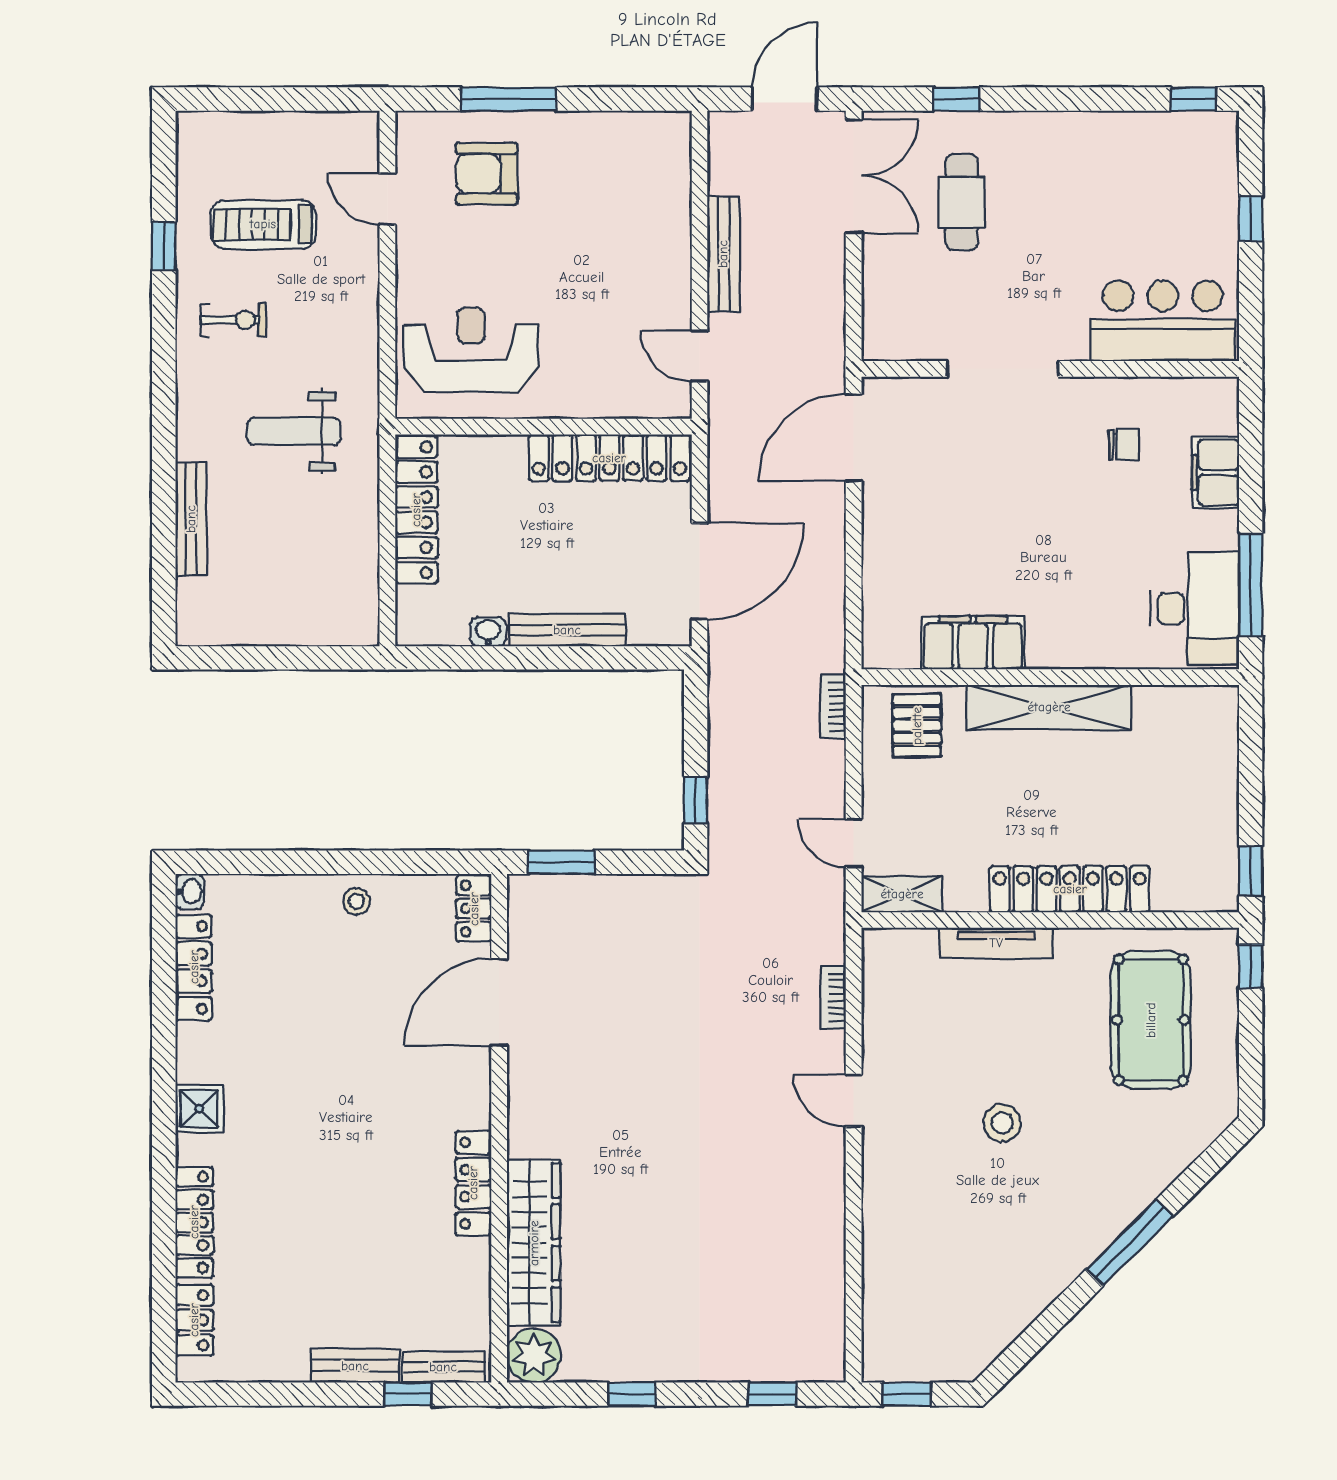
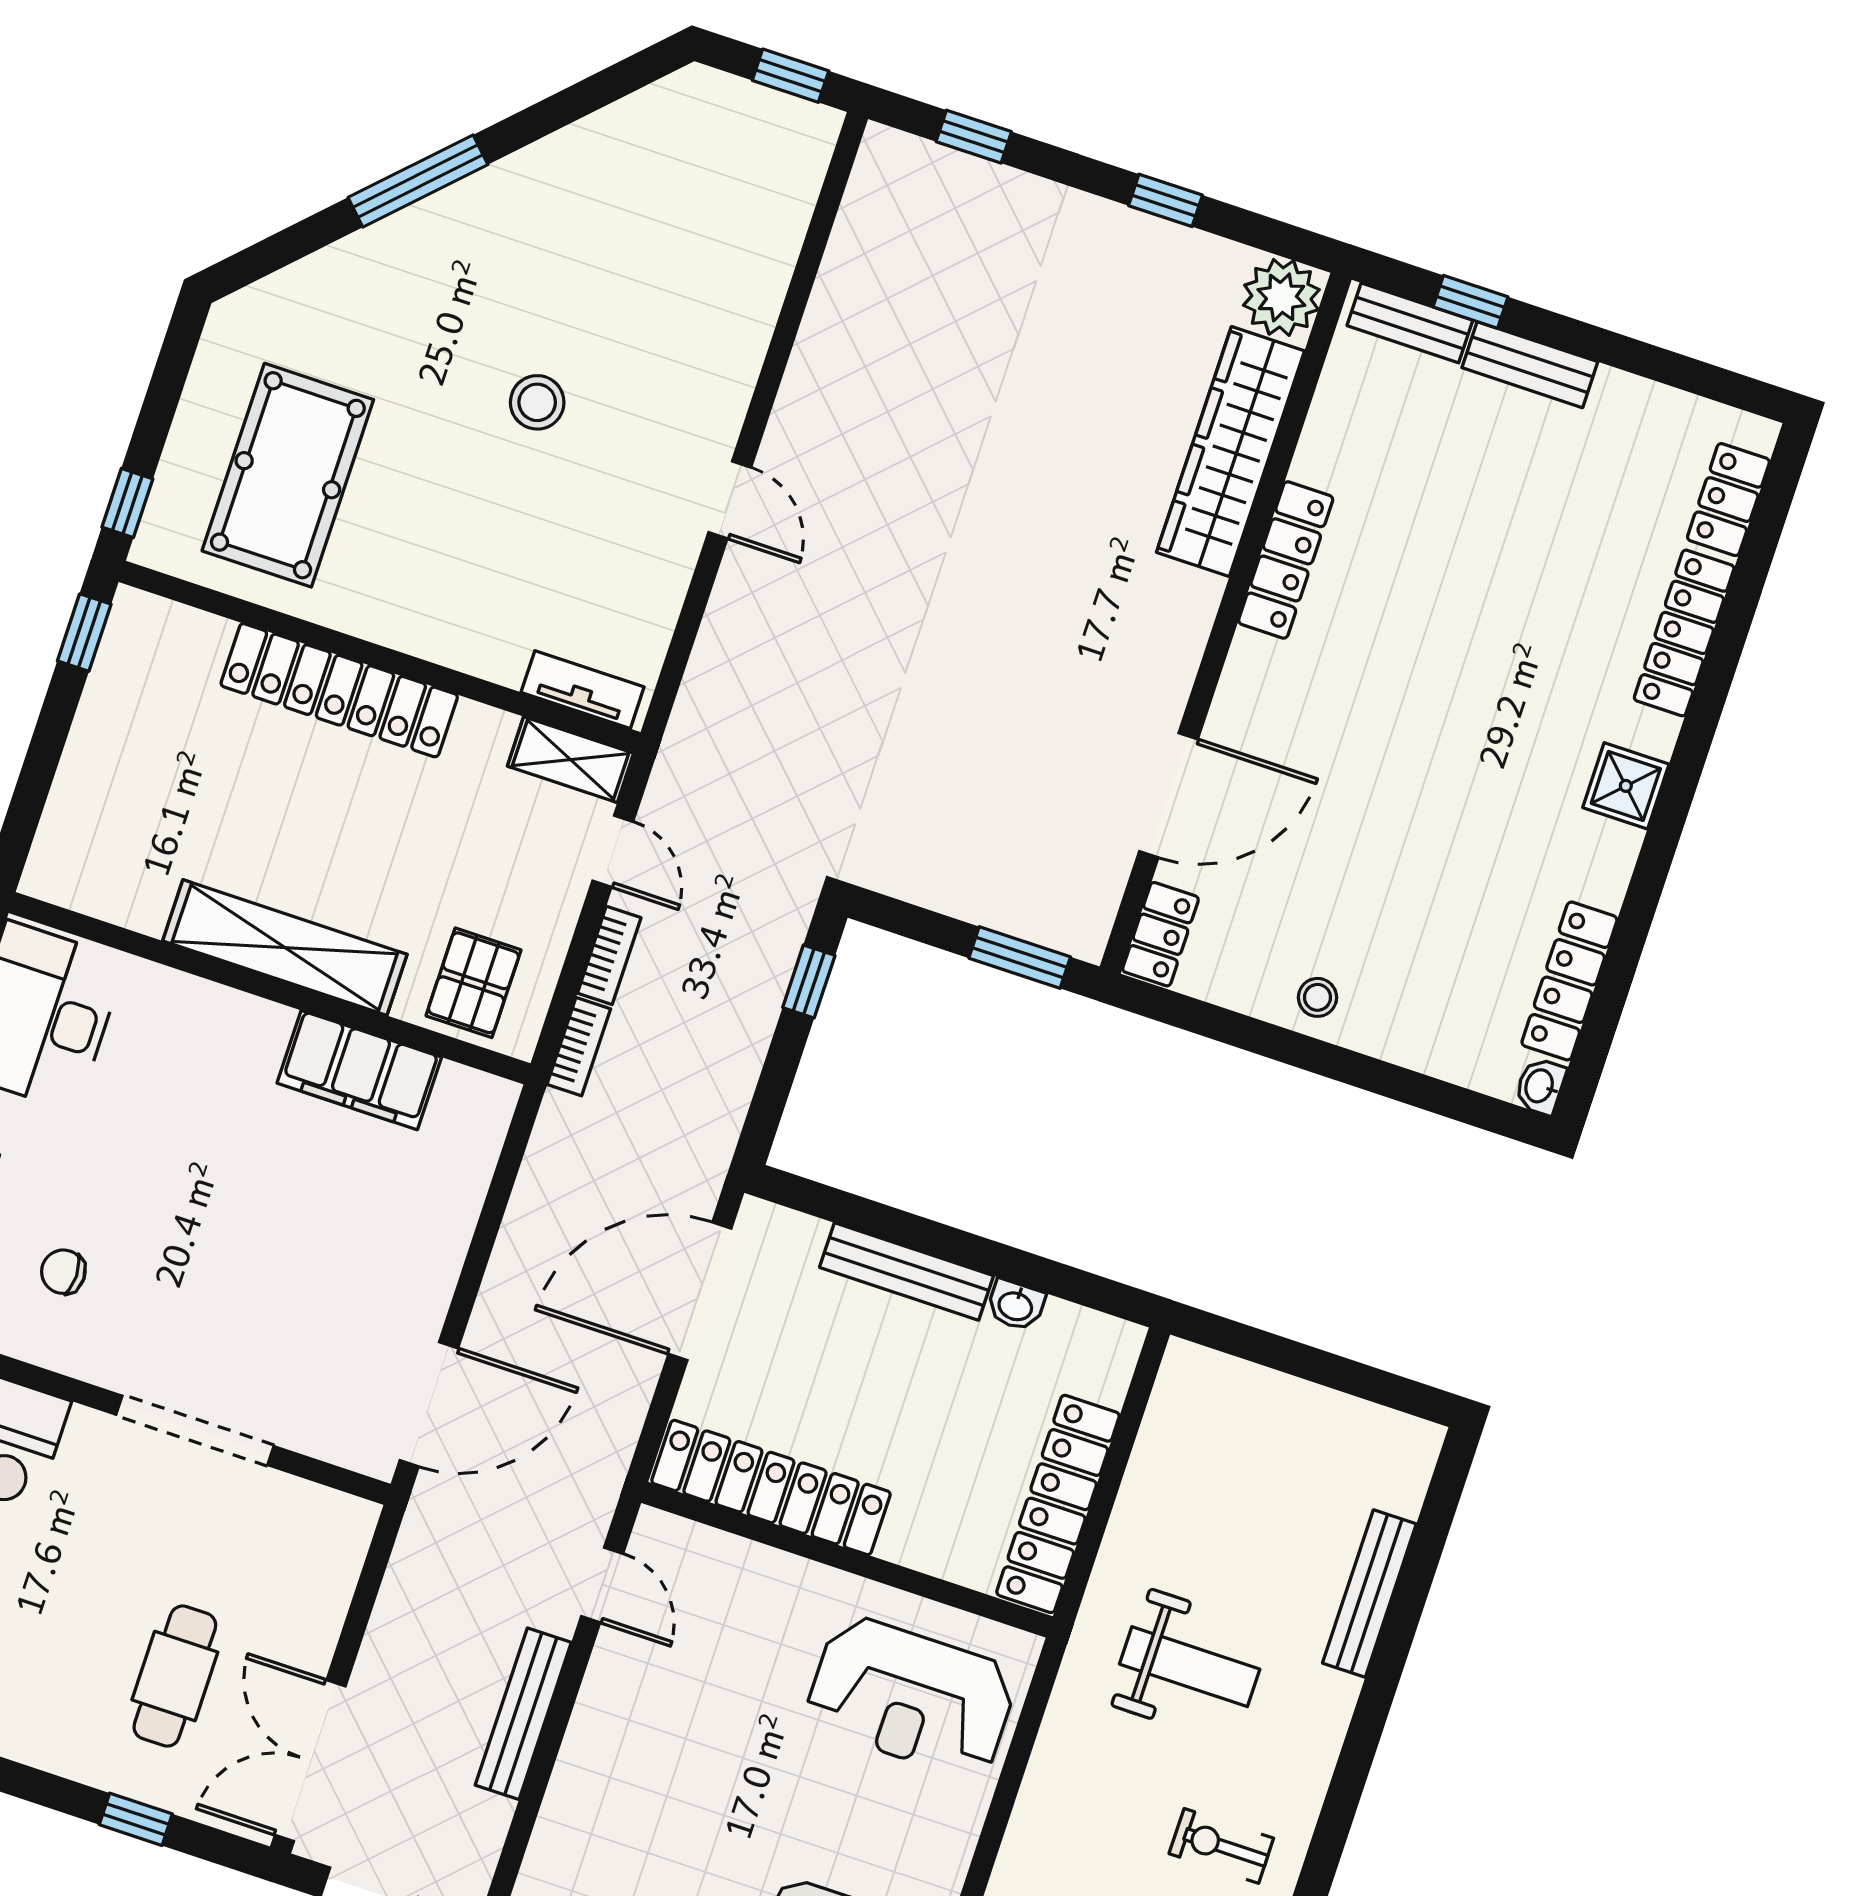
tv unit: (996, 943) -> (583, 690), moved, width x0.71
bookcase: (833, 997) -> (609, 955), moved

